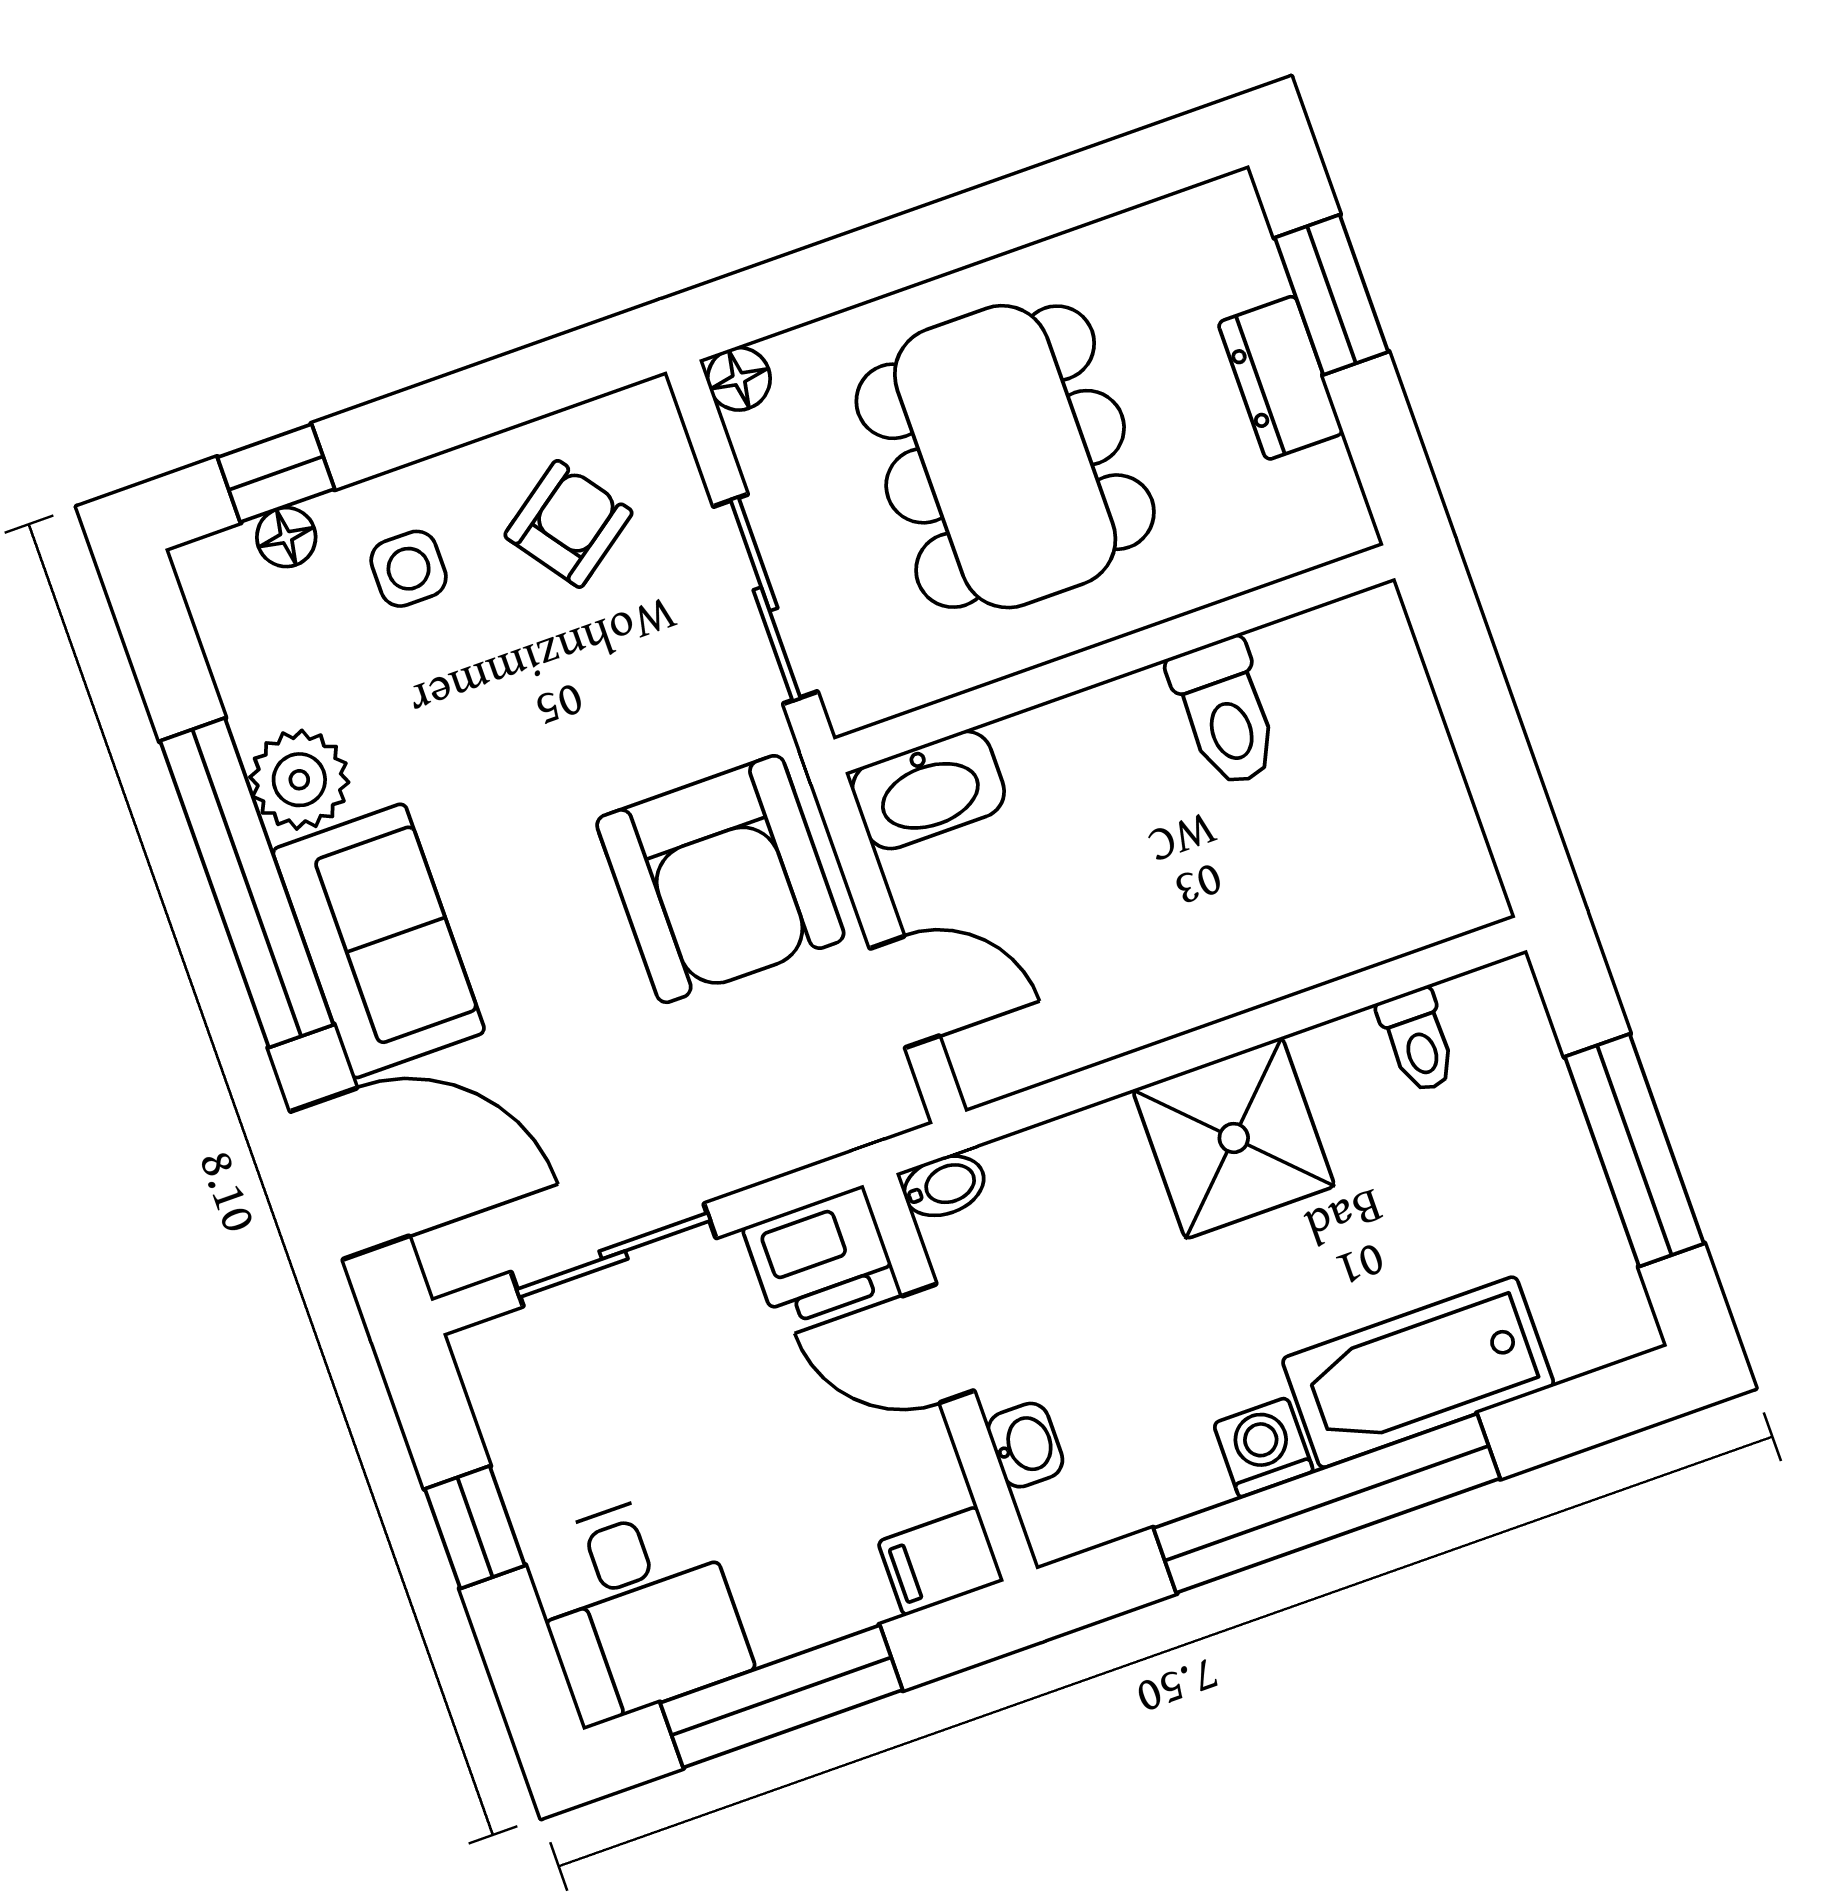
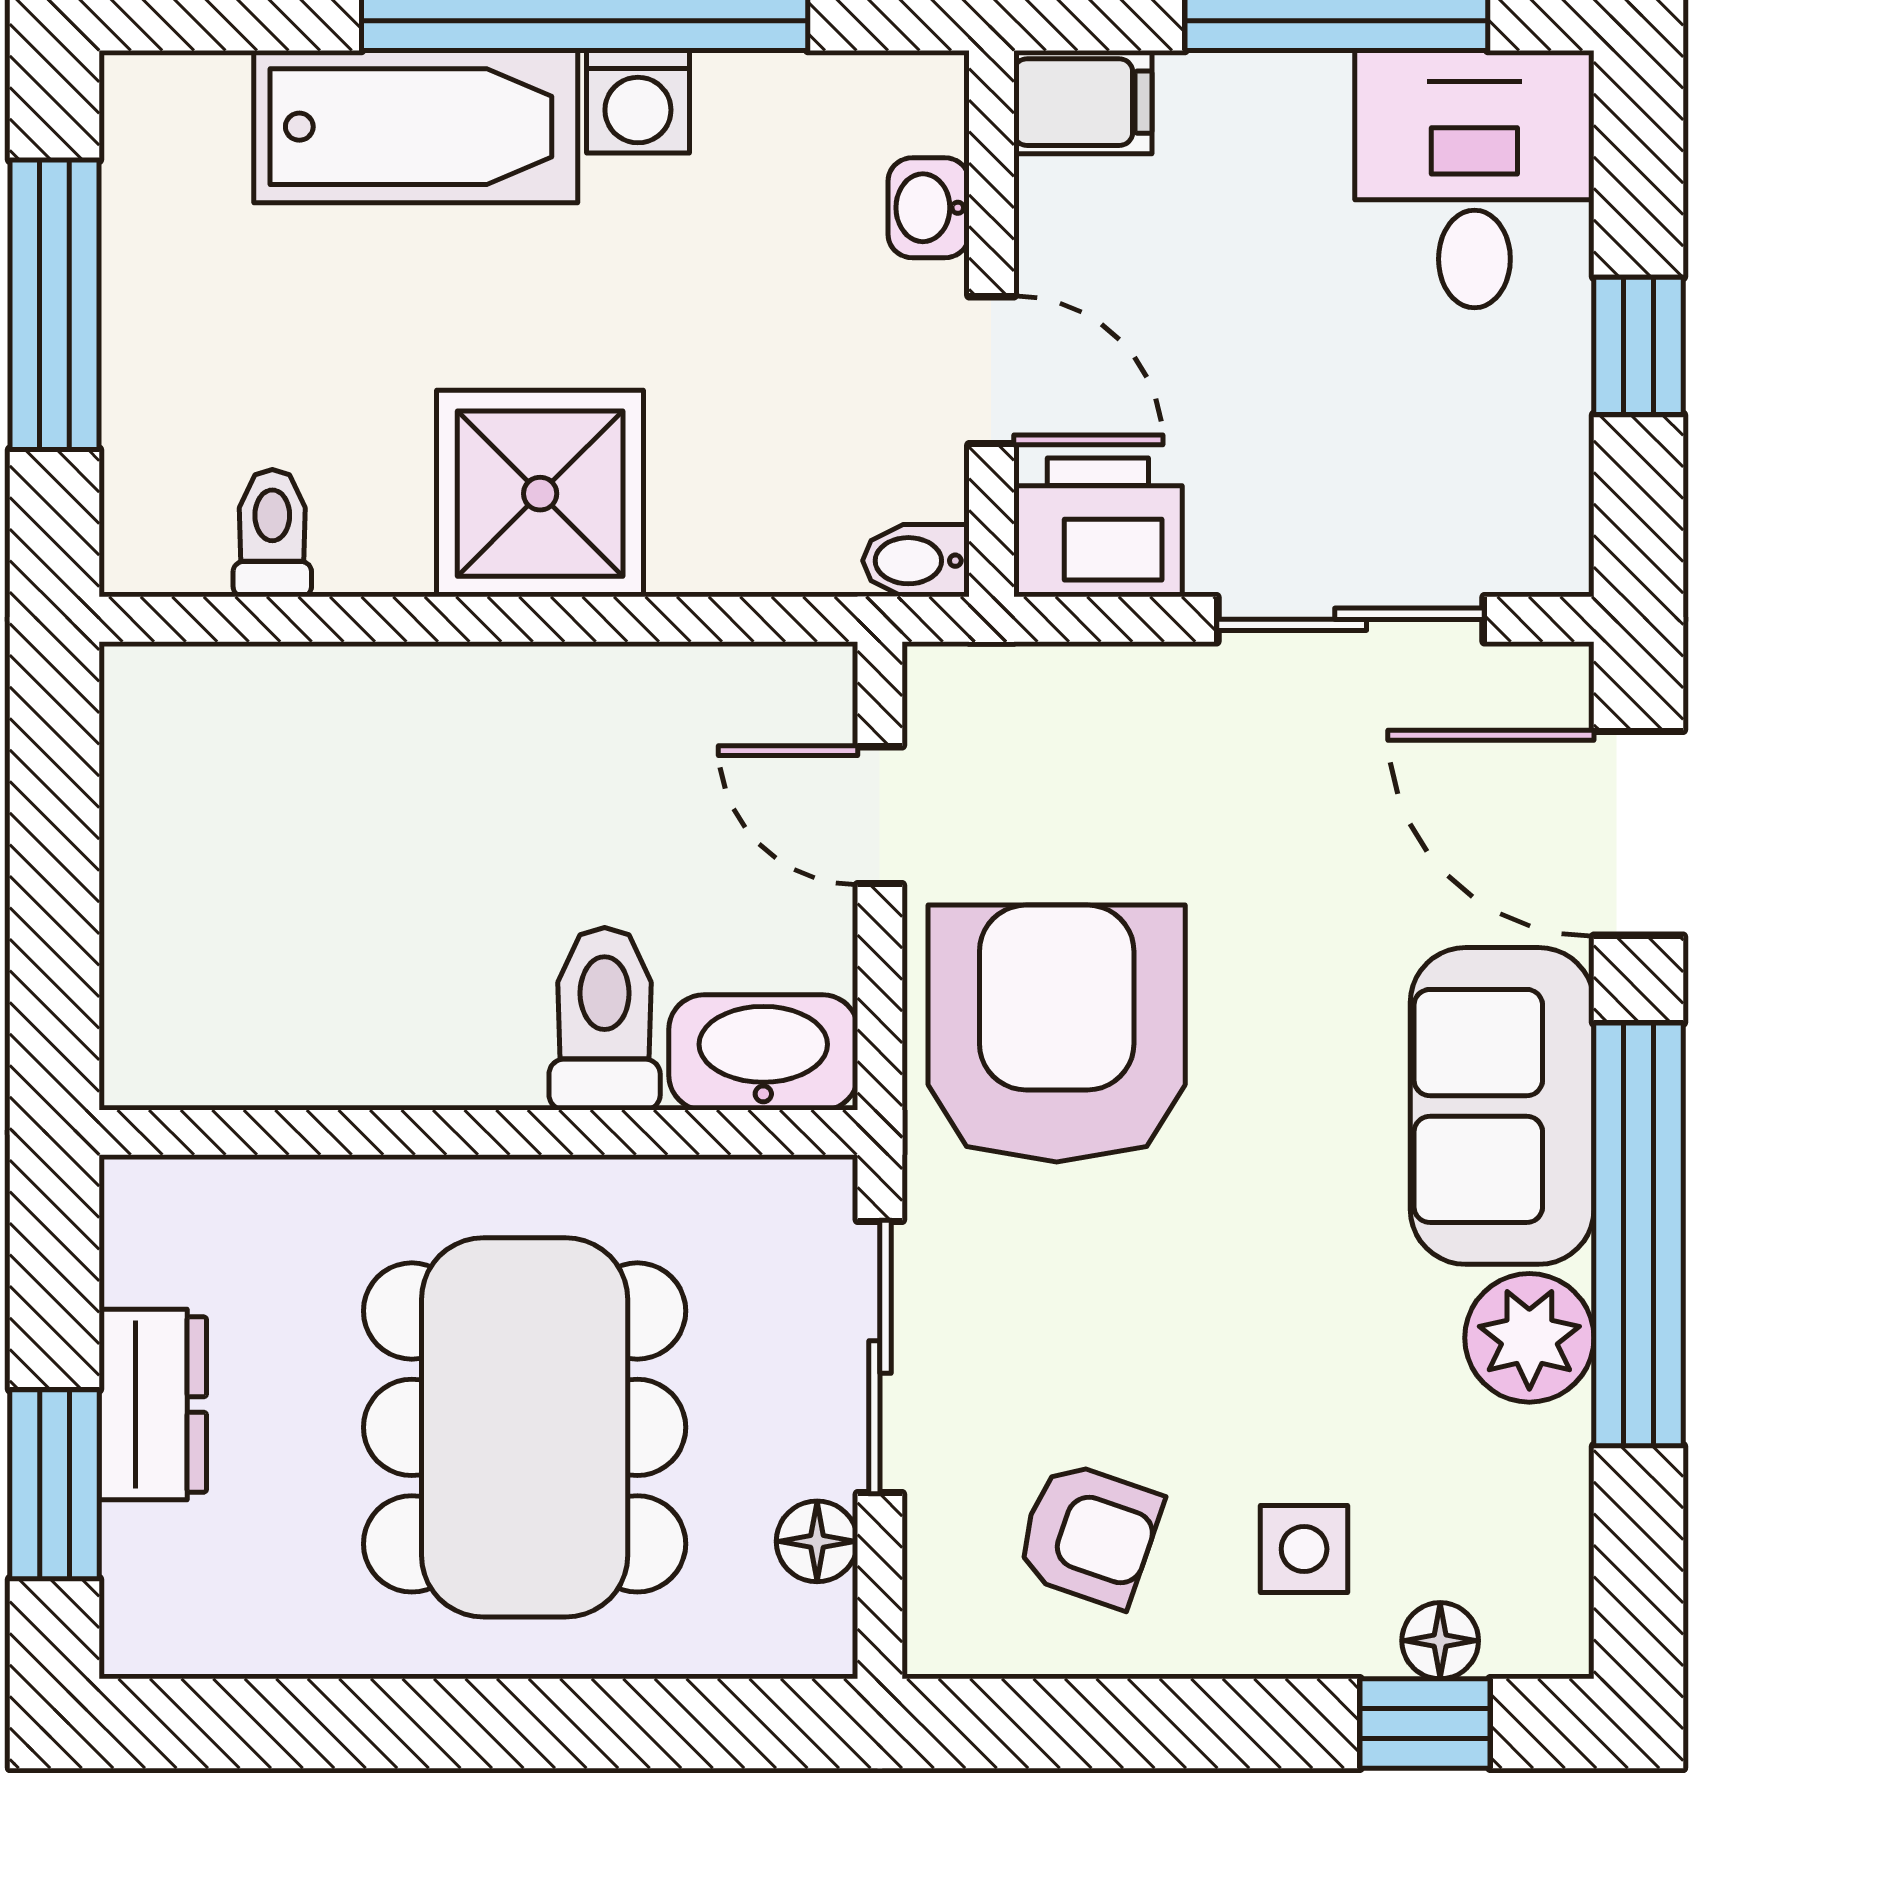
floor lamp: (739, 379) -> (817, 1541), moved
armchair: (568, 524) -> (1089, 1534), turned -125
toilet: (1225, 712) -> (605, 1019), moved

